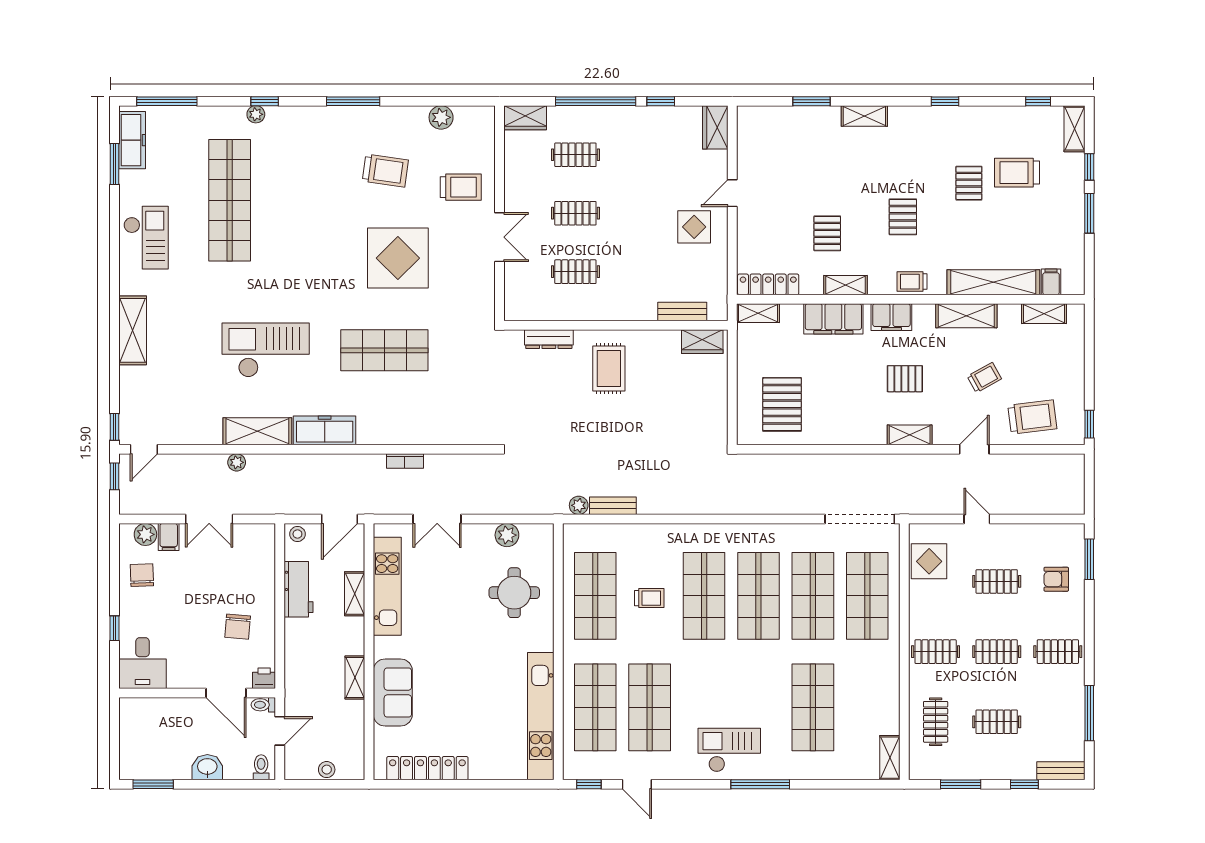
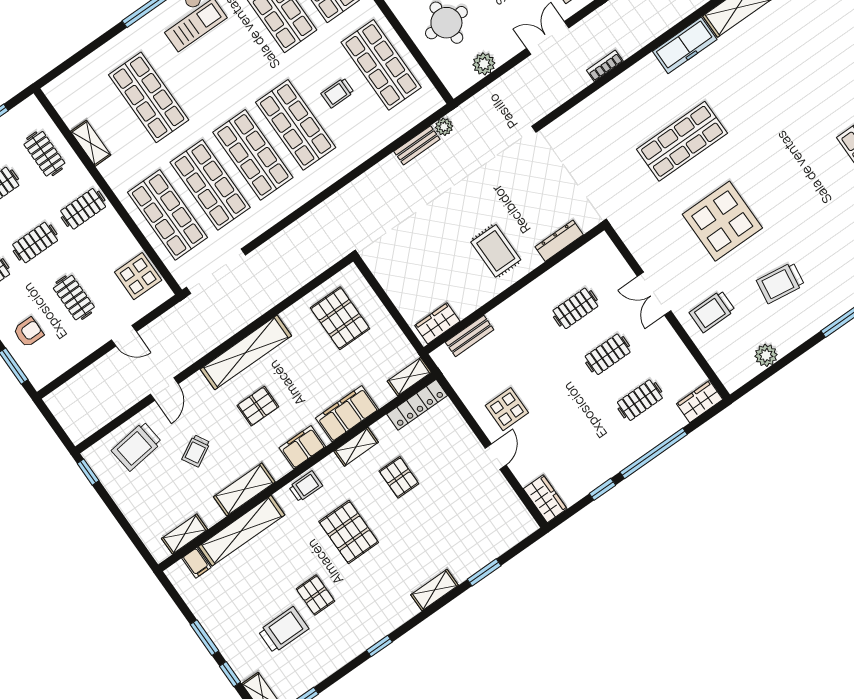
pallet: (903, 217) -> (349, 532), width x1.50, depth x1.42
checkout: (266, 350) -> (775, 76), removed
shelving: (910, 435) -> (246, 352), width x2.20, depth x1.33
clothes rail: (997, 581) -> (74, 298), turned 90
shelving: (890, 758) -> (91, 143), moved

